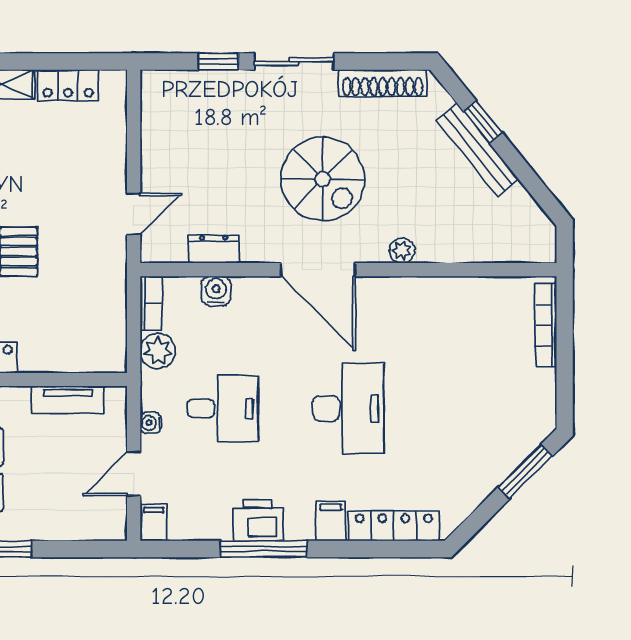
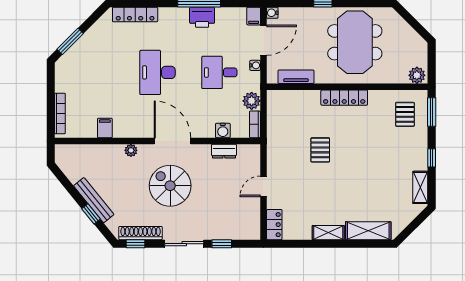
window: (393, 61) -> (136, 244), added
locker: (68, 85) -> (274, 225), moved, turned 90
door: (134, 214) -> (263, 186), moved
door: (134, 474) -> (263, 40), width x1.37
filing cabinet: (331, 521) -> (105, 128), moved, turned 180
water cooler: (116, 529) -> (272, 13), added

